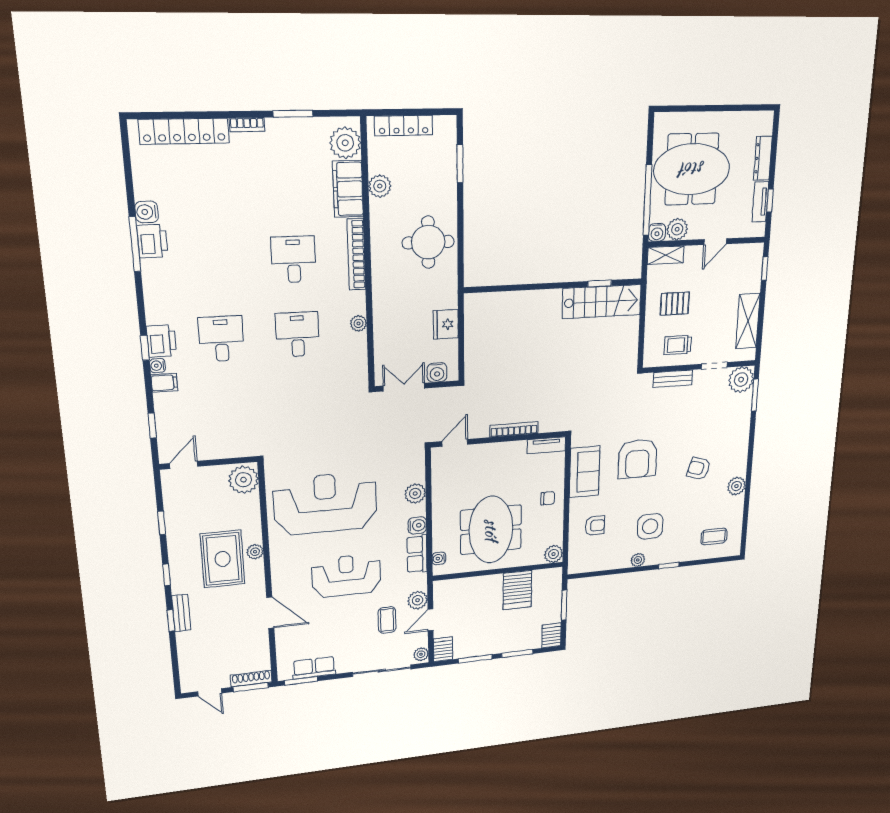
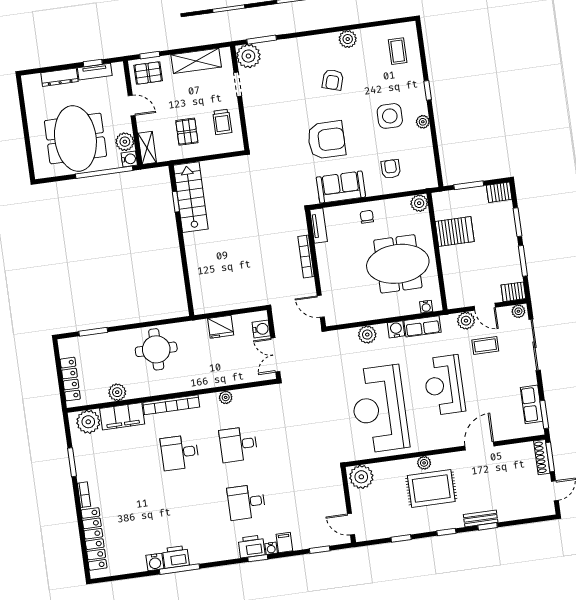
pallet: (746, 265) -> (148, 73), added
bench: (673, 379) -> (252, 121), removed

